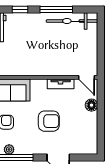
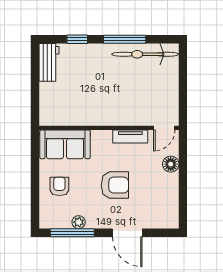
door: (87, 77) -> (164, 128), hinge flipped
plant: (9, 149) -> (79, 222), moved

